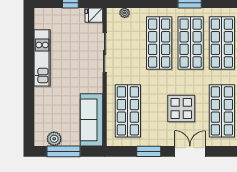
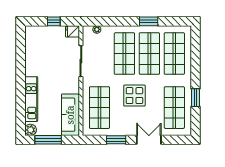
kitchen unit: (42, 58) -> (31, 99), moved
display table: (181, 109) -> (134, 96), moved
plant: (54, 139) -> (31, 130), moved

